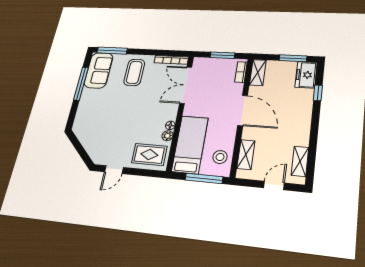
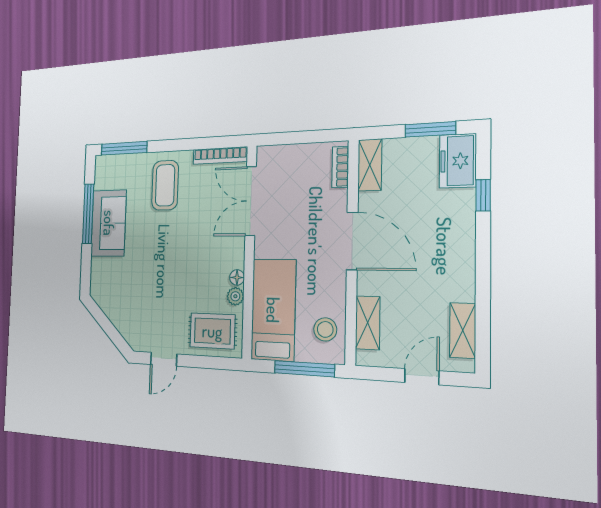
window: (222, 55) -> (304, 137), removed
sofa: (99, 70) -> (109, 223), moved

